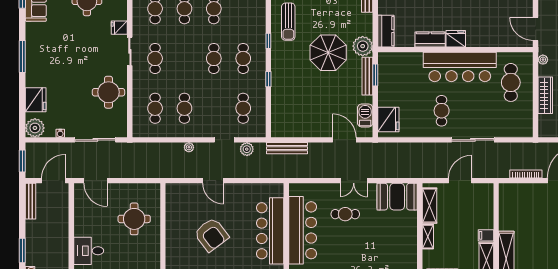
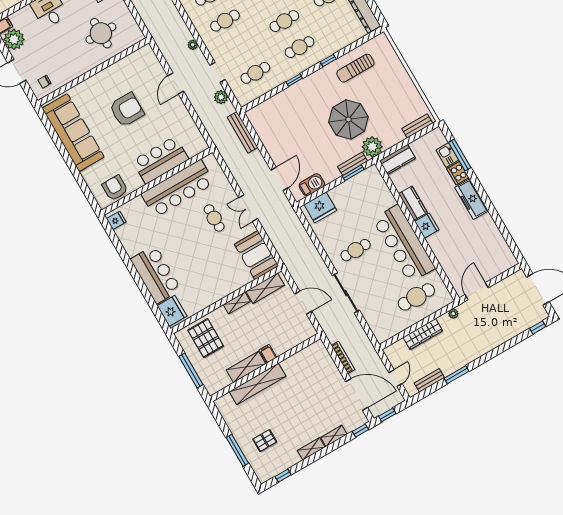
bench: (367, 76) -> (352, 164), width x0.73
bar counter: (270, 231) -> (161, 160), width x0.73
armchair: (211, 235) -> (127, 110), turned -143

